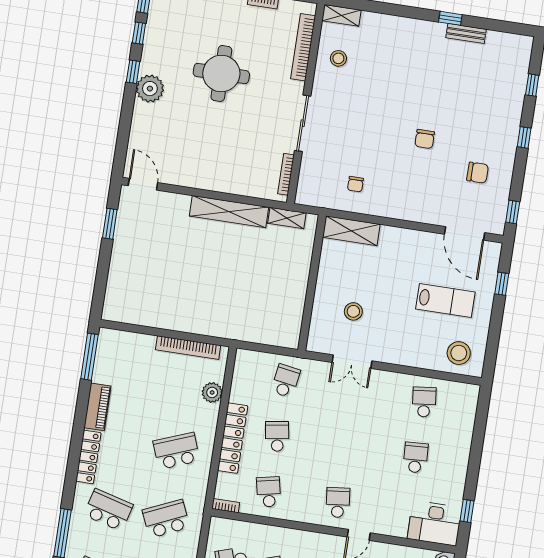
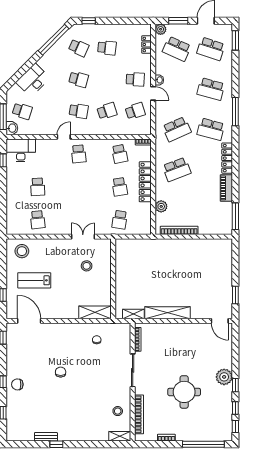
chair: (478, 173) -> (17, 384), moved

